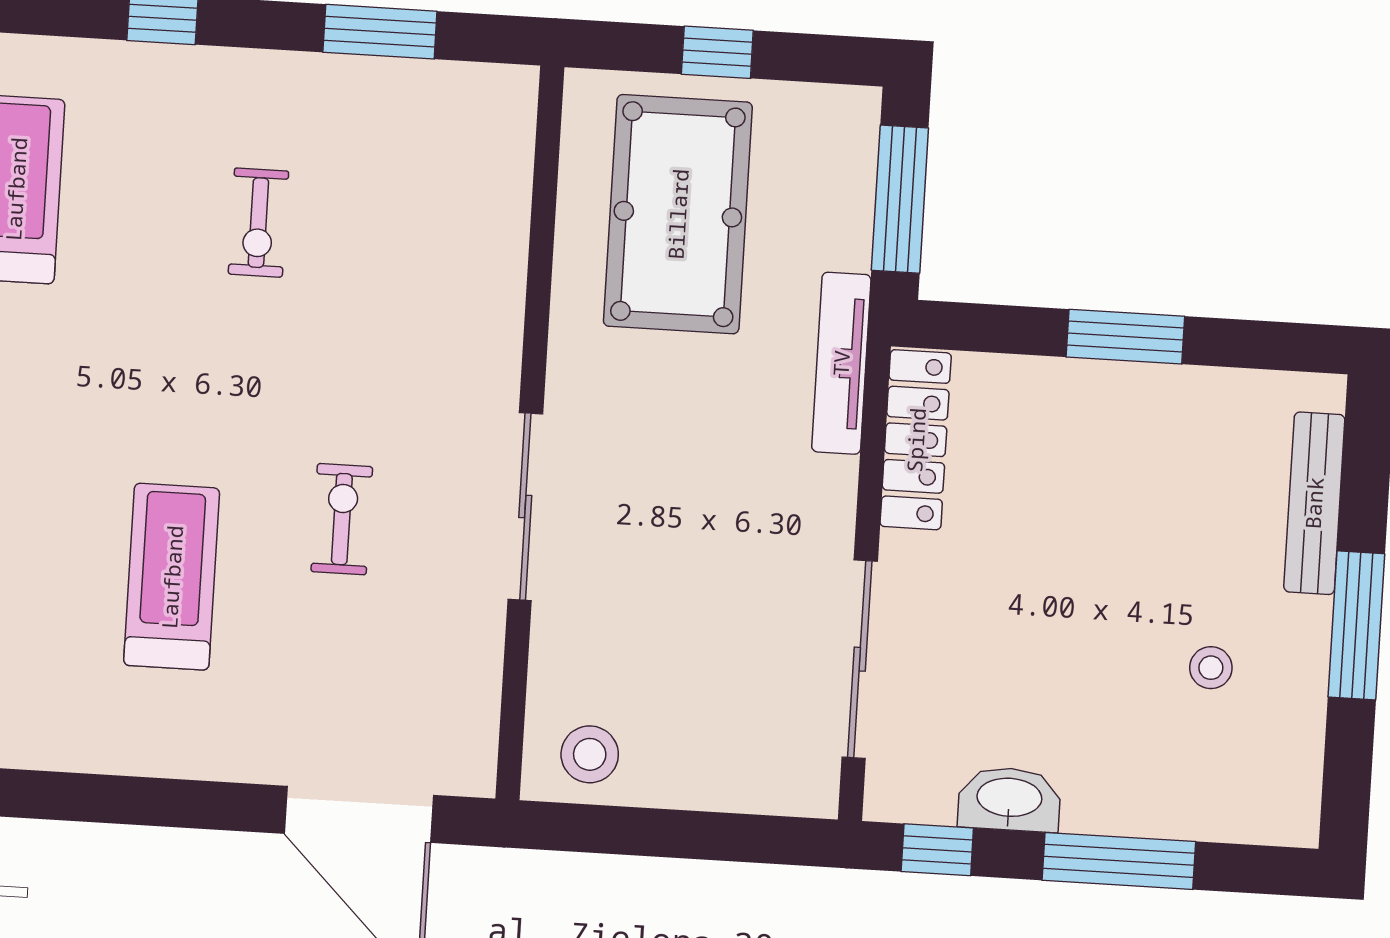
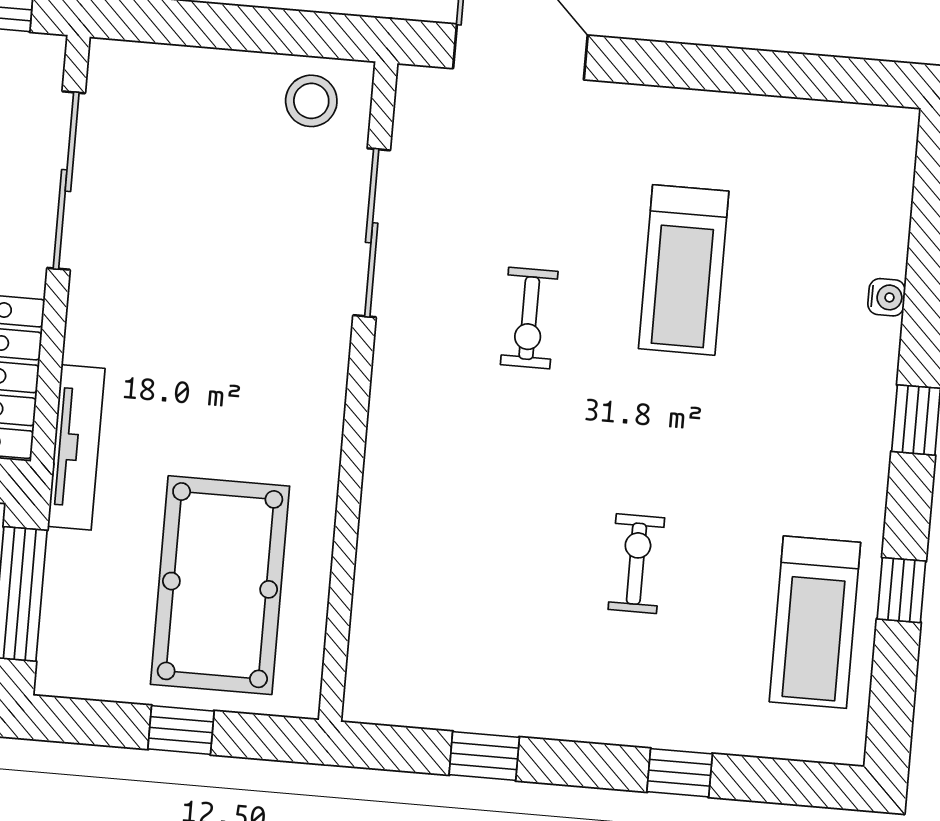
window: (380, 32) -> (484, 756), width x0.67
exercise bike: (258, 223) -> (636, 564), moved
sliding door: (525, 506) -> (372, 233), moved

